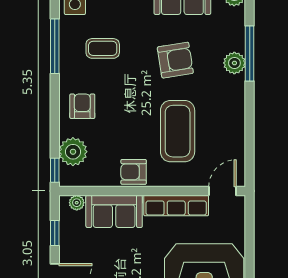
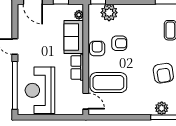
armchair: (82, 106) -> (119, 43), moved
coffee table: (178, 131) -> (108, 83), moved
row of seats: (176, 205) -> (77, 68), width x0.68

